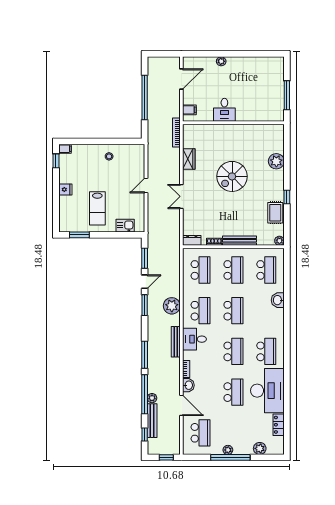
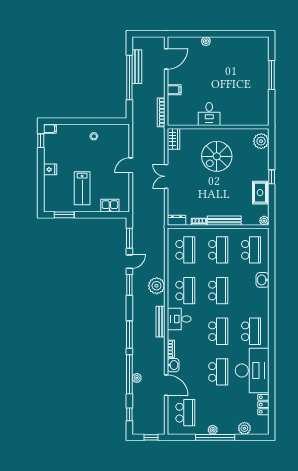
desk: (224, 110) -> (209, 114), moved
wall: (233, 123) -> (218, 127), moved
bench: (152, 421) -> (137, 67), moved

